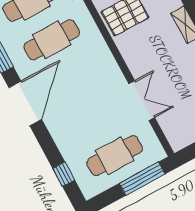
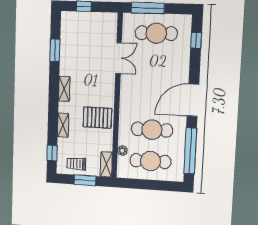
double door: (142, 101) -> (119, 58), swing flipped

